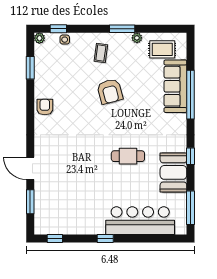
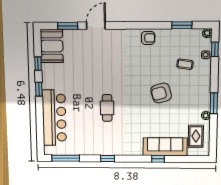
coffee table: (101, 53) -> (185, 64), moved
window: (191, 95) -> (158, 159), width x0.32
booth: (173, 172) -> (52, 46), moved, turned 90
window: (55, 238) -> (38, 64), moved

